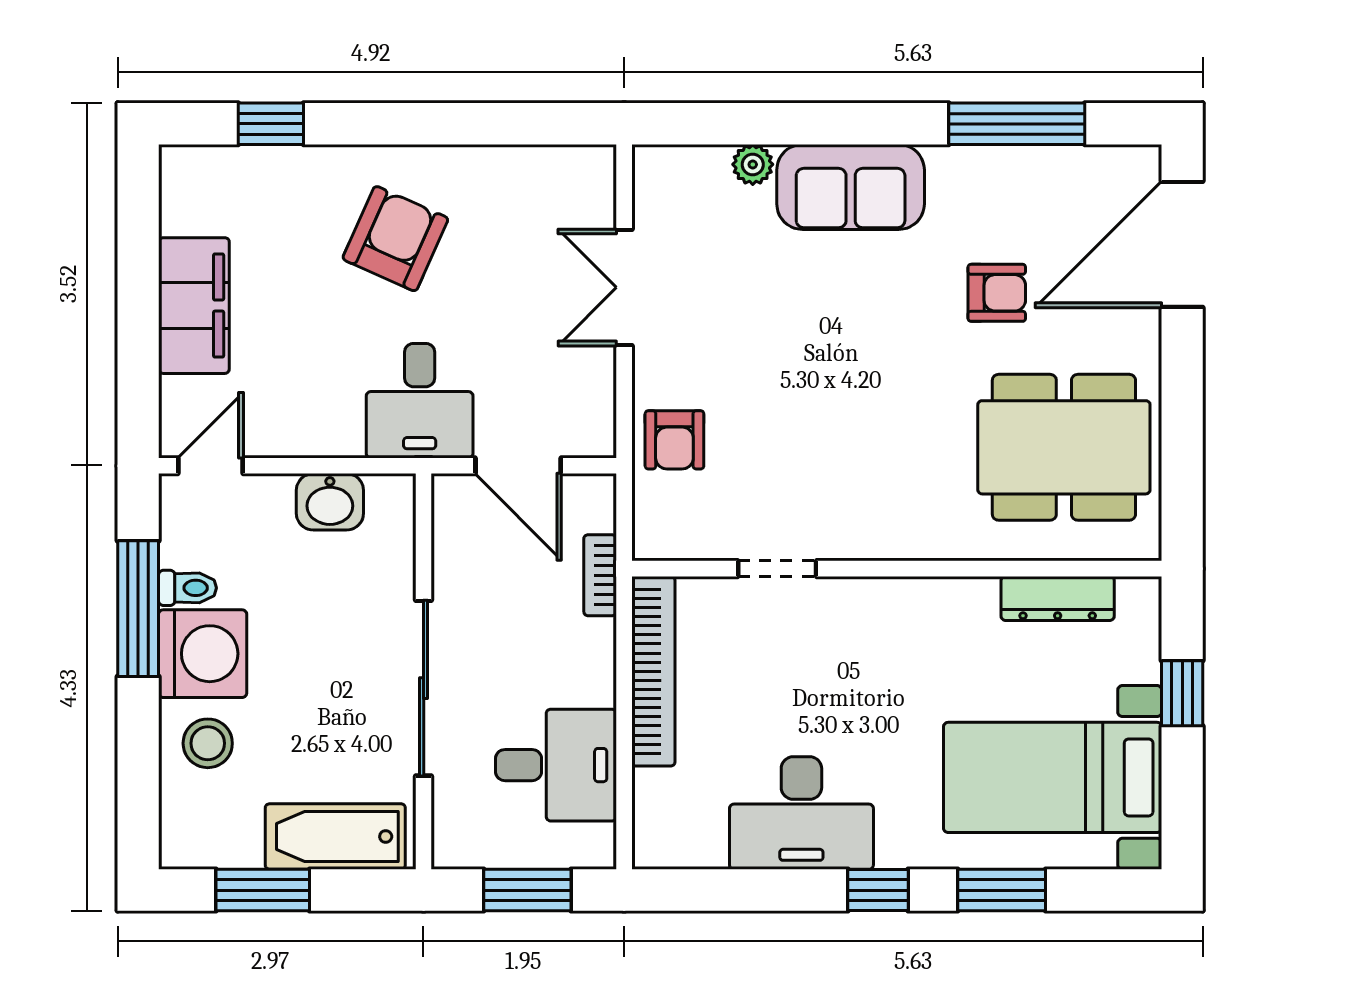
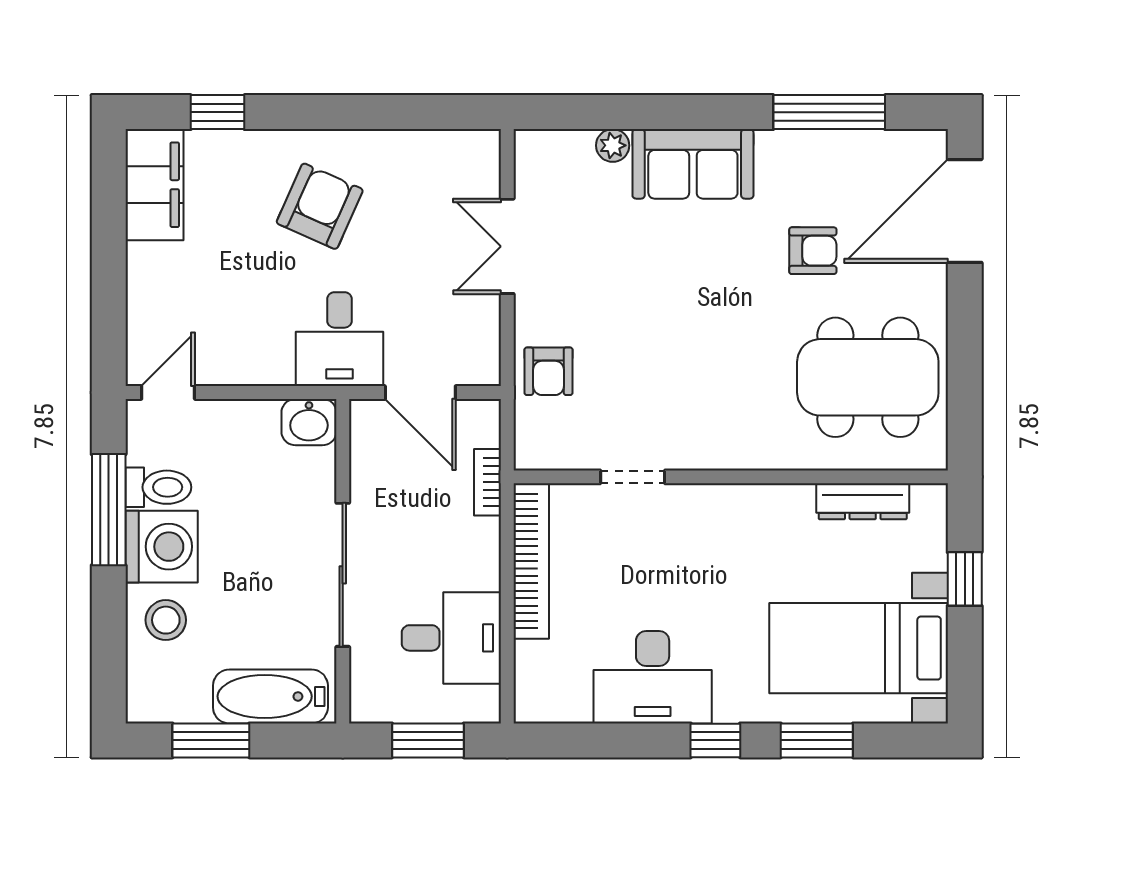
filing cabinet: (194, 306) -> (154, 185), moved
washbasin: (330, 502) -> (309, 422), moved
toilet: (188, 588) -> (158, 487), width x1.37, depth x1.39

